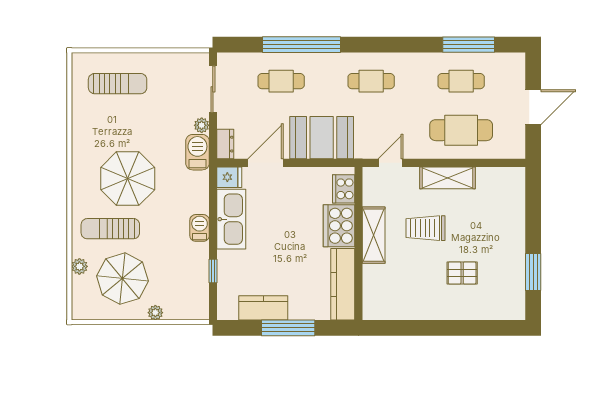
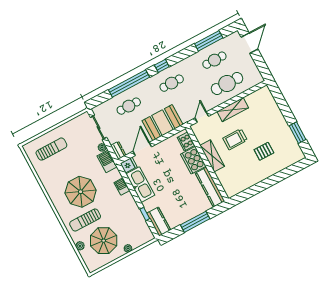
window: (370, 45) -> (162, 66), added
door: (533, 107) -> (249, 43), moved
barbecue: (200, 228) -> (122, 187), moved
kitchen counter: (263, 308) -> (159, 222), moved, turned 90

